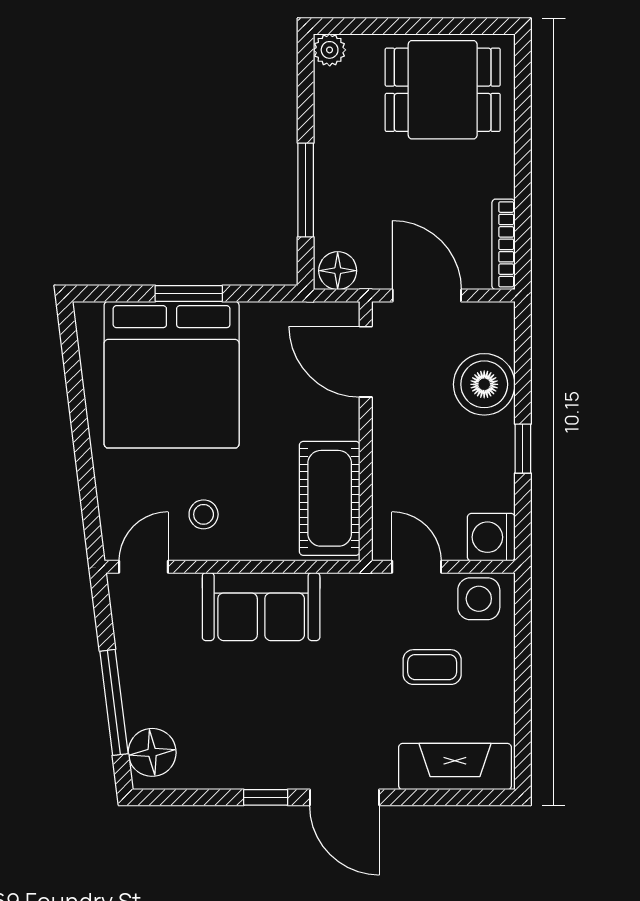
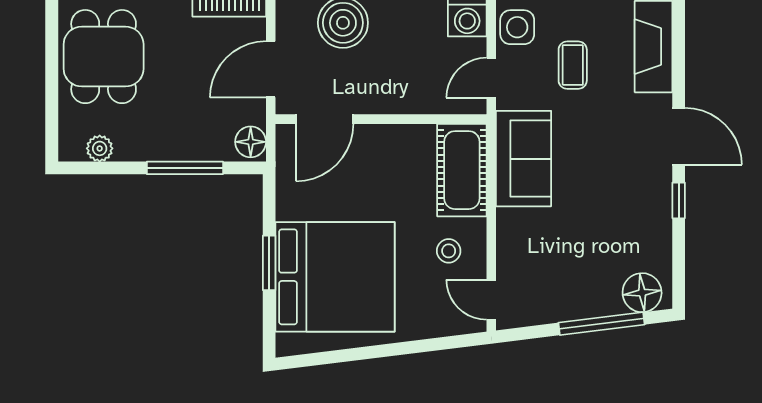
plant: (330, 50) -> (100, 148), moved
cot: (330, 498) -> (462, 170), moved, turned 90
sofa: (261, 607) -> (524, 159), moved
door: (345, 797) -> (679, 136), hinge flipped

